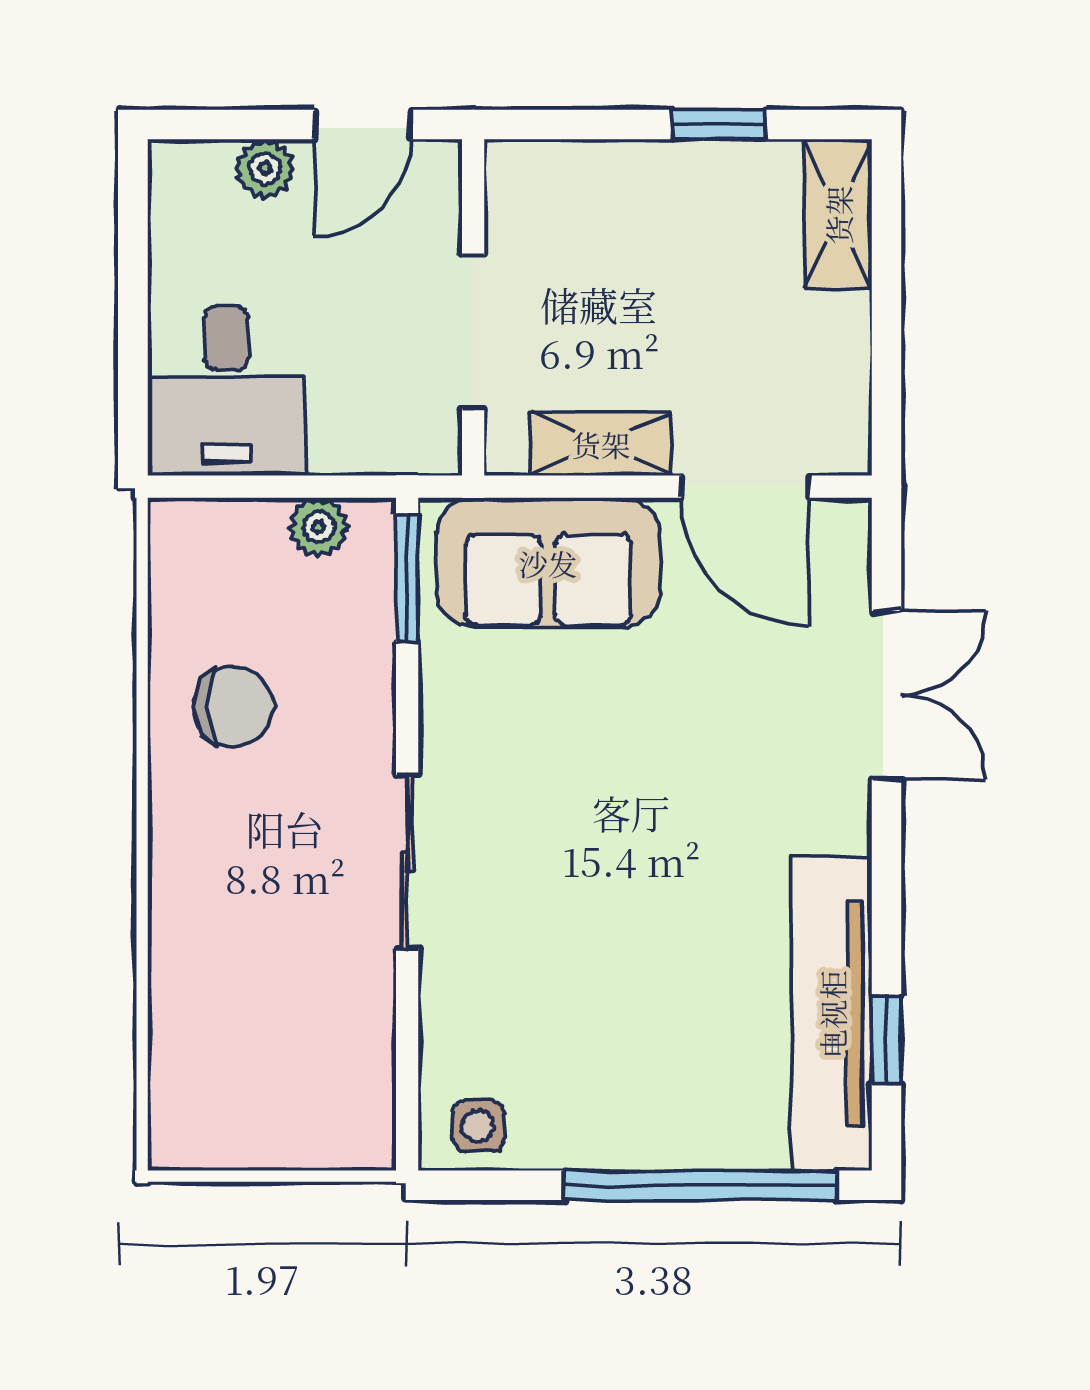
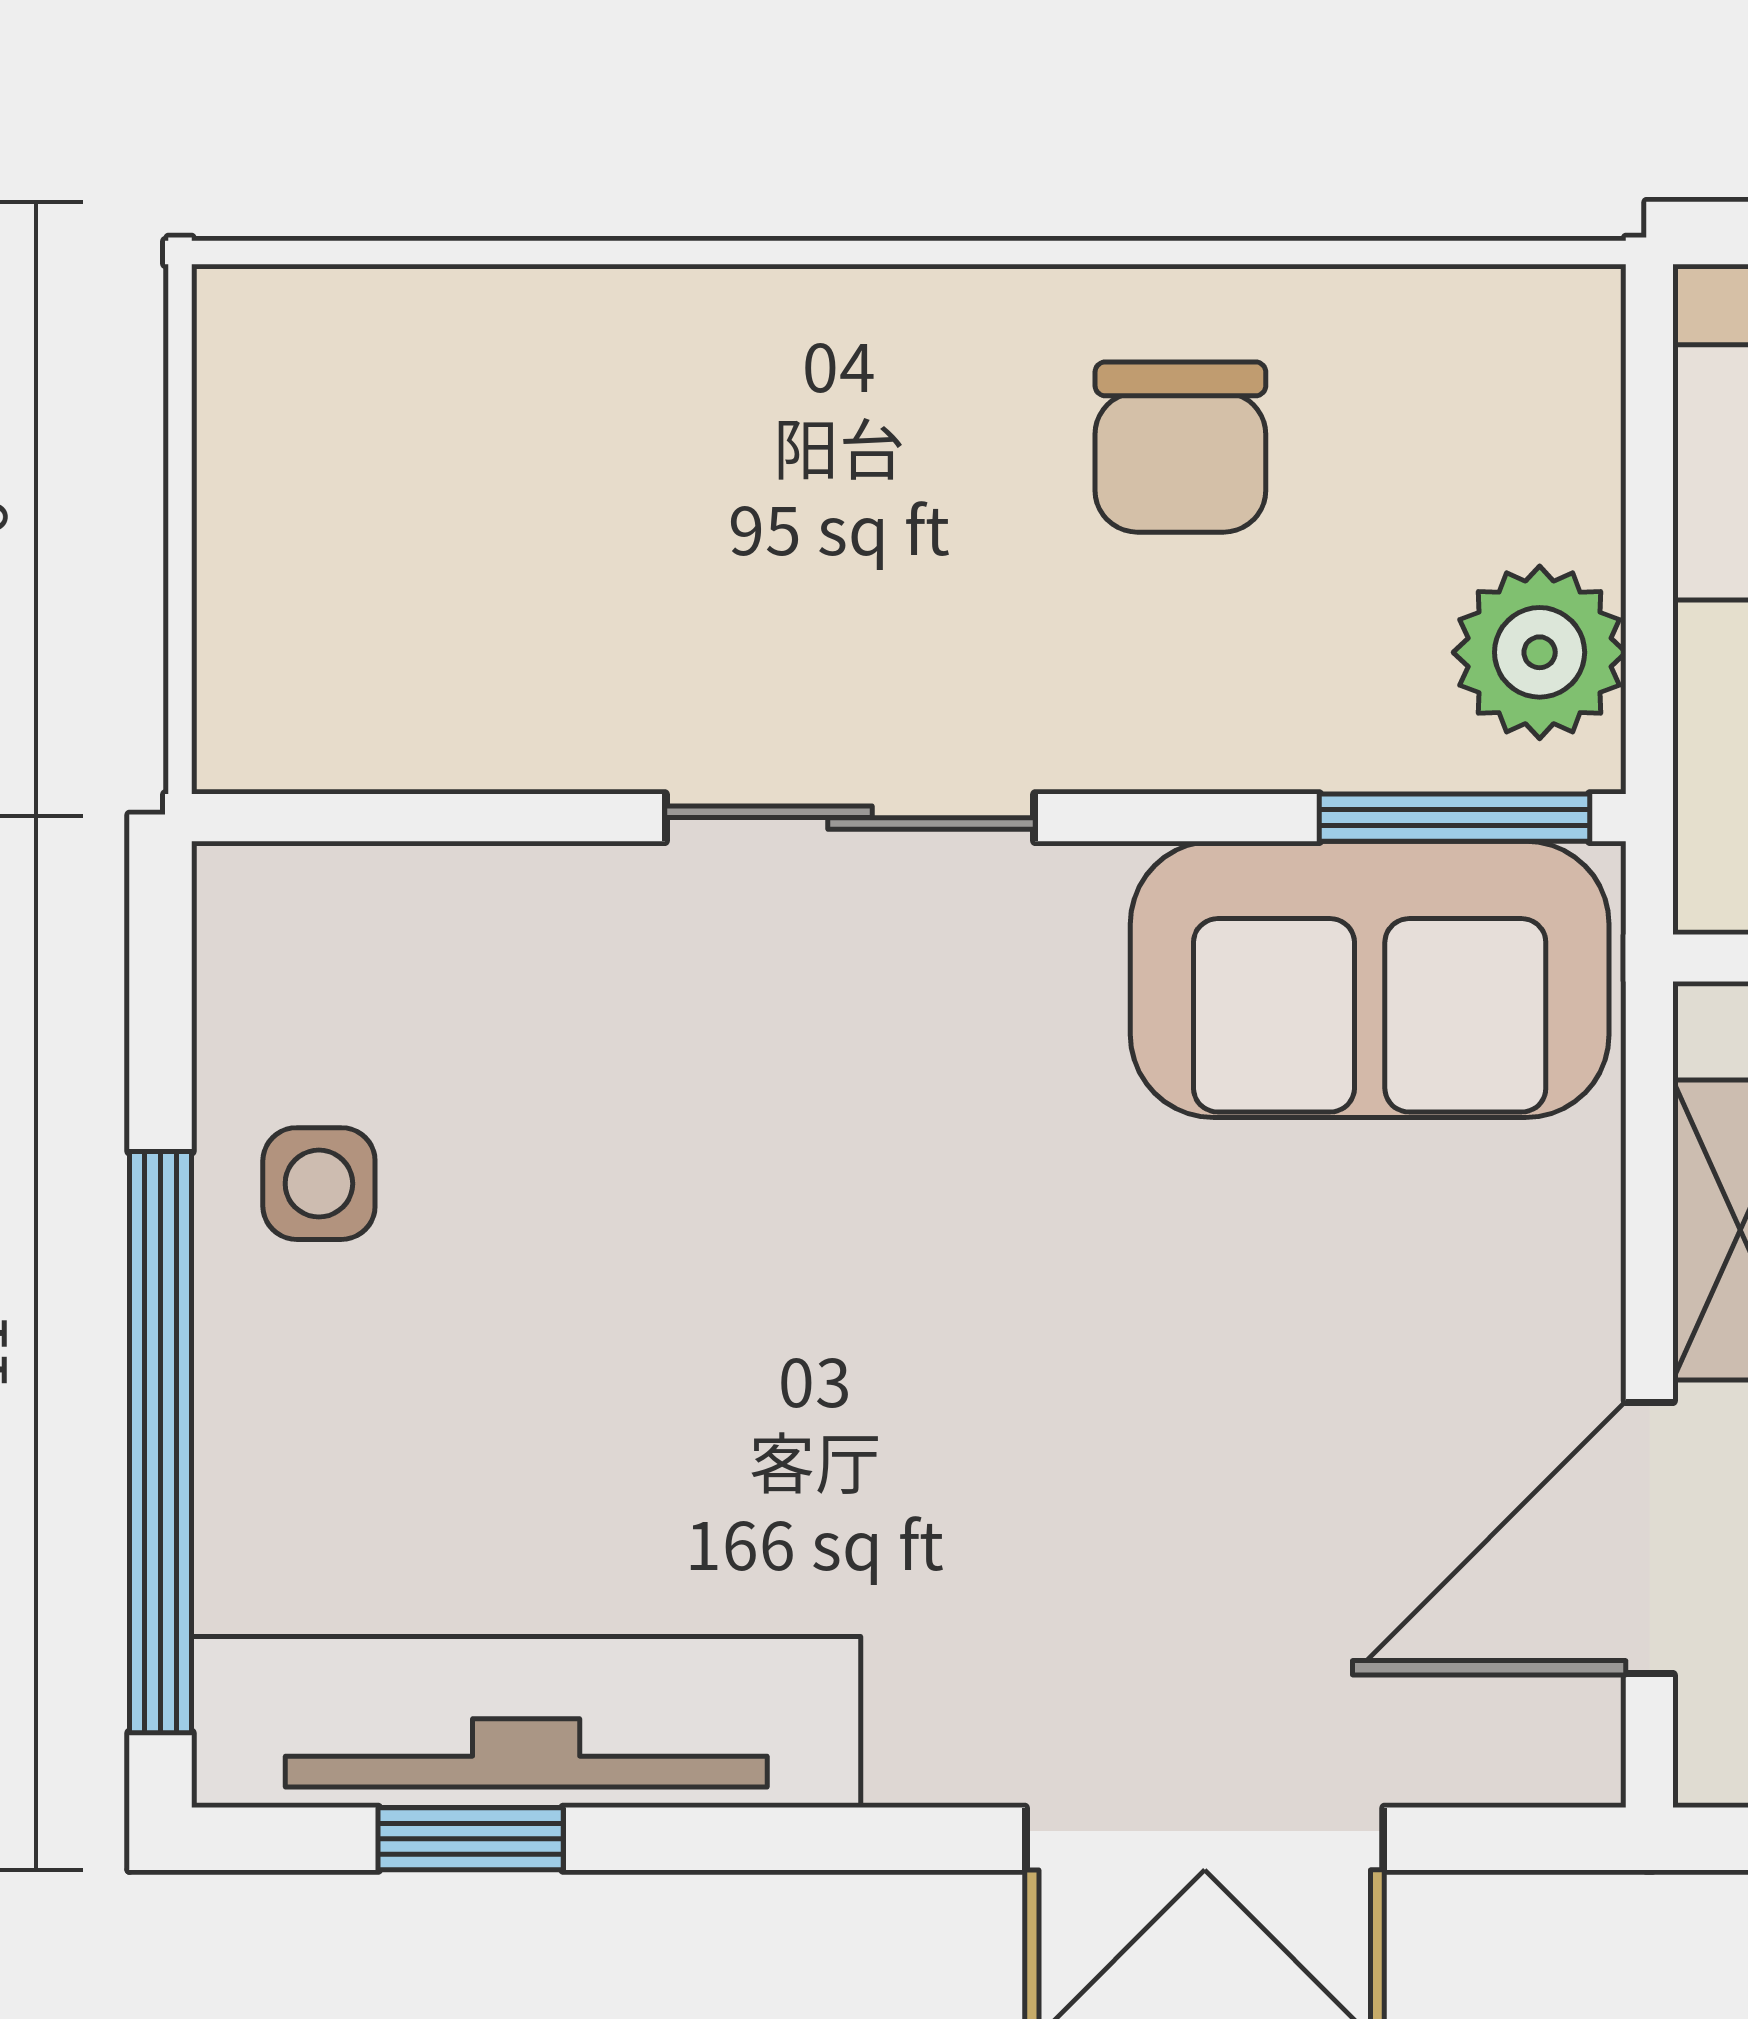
plant: (319, 527) -> (1540, 652), width x1.38, depth x1.38
sofa: (548, 563) -> (1370, 979), moved, turned -90
side table: (478, 1126) -> (319, 1184), moved

